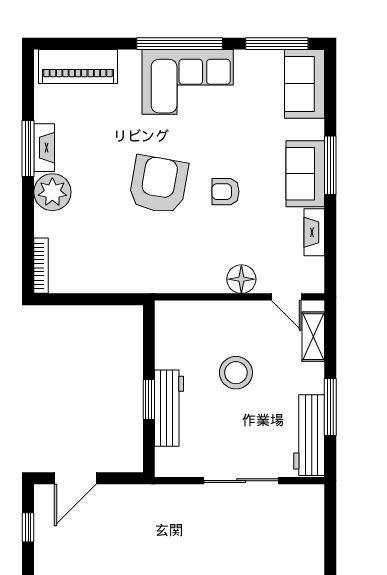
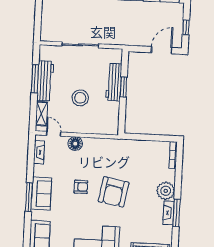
fireplace: (314, 232) -> (39, 152), moved
workbench: (309, 435) -> (45, 81), moved

